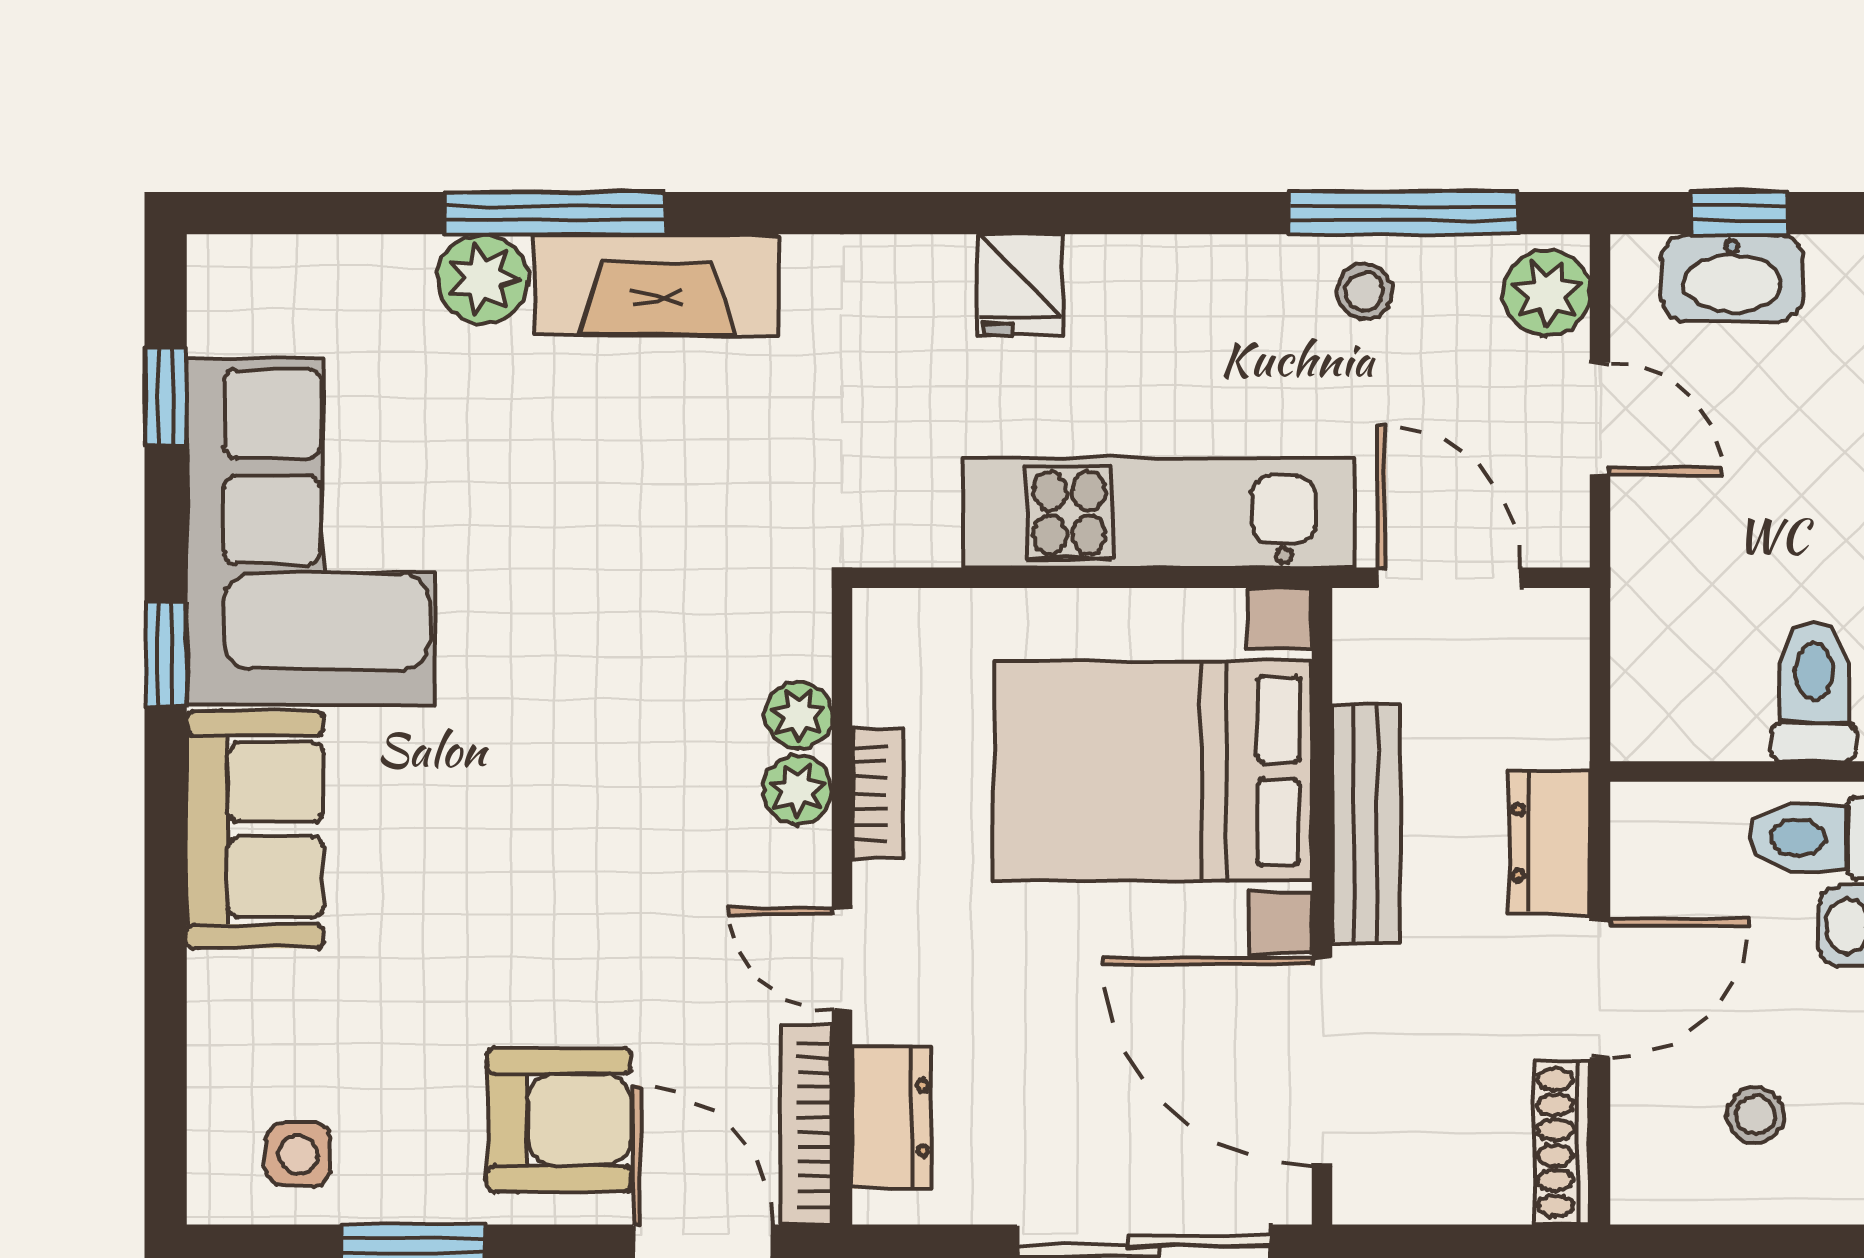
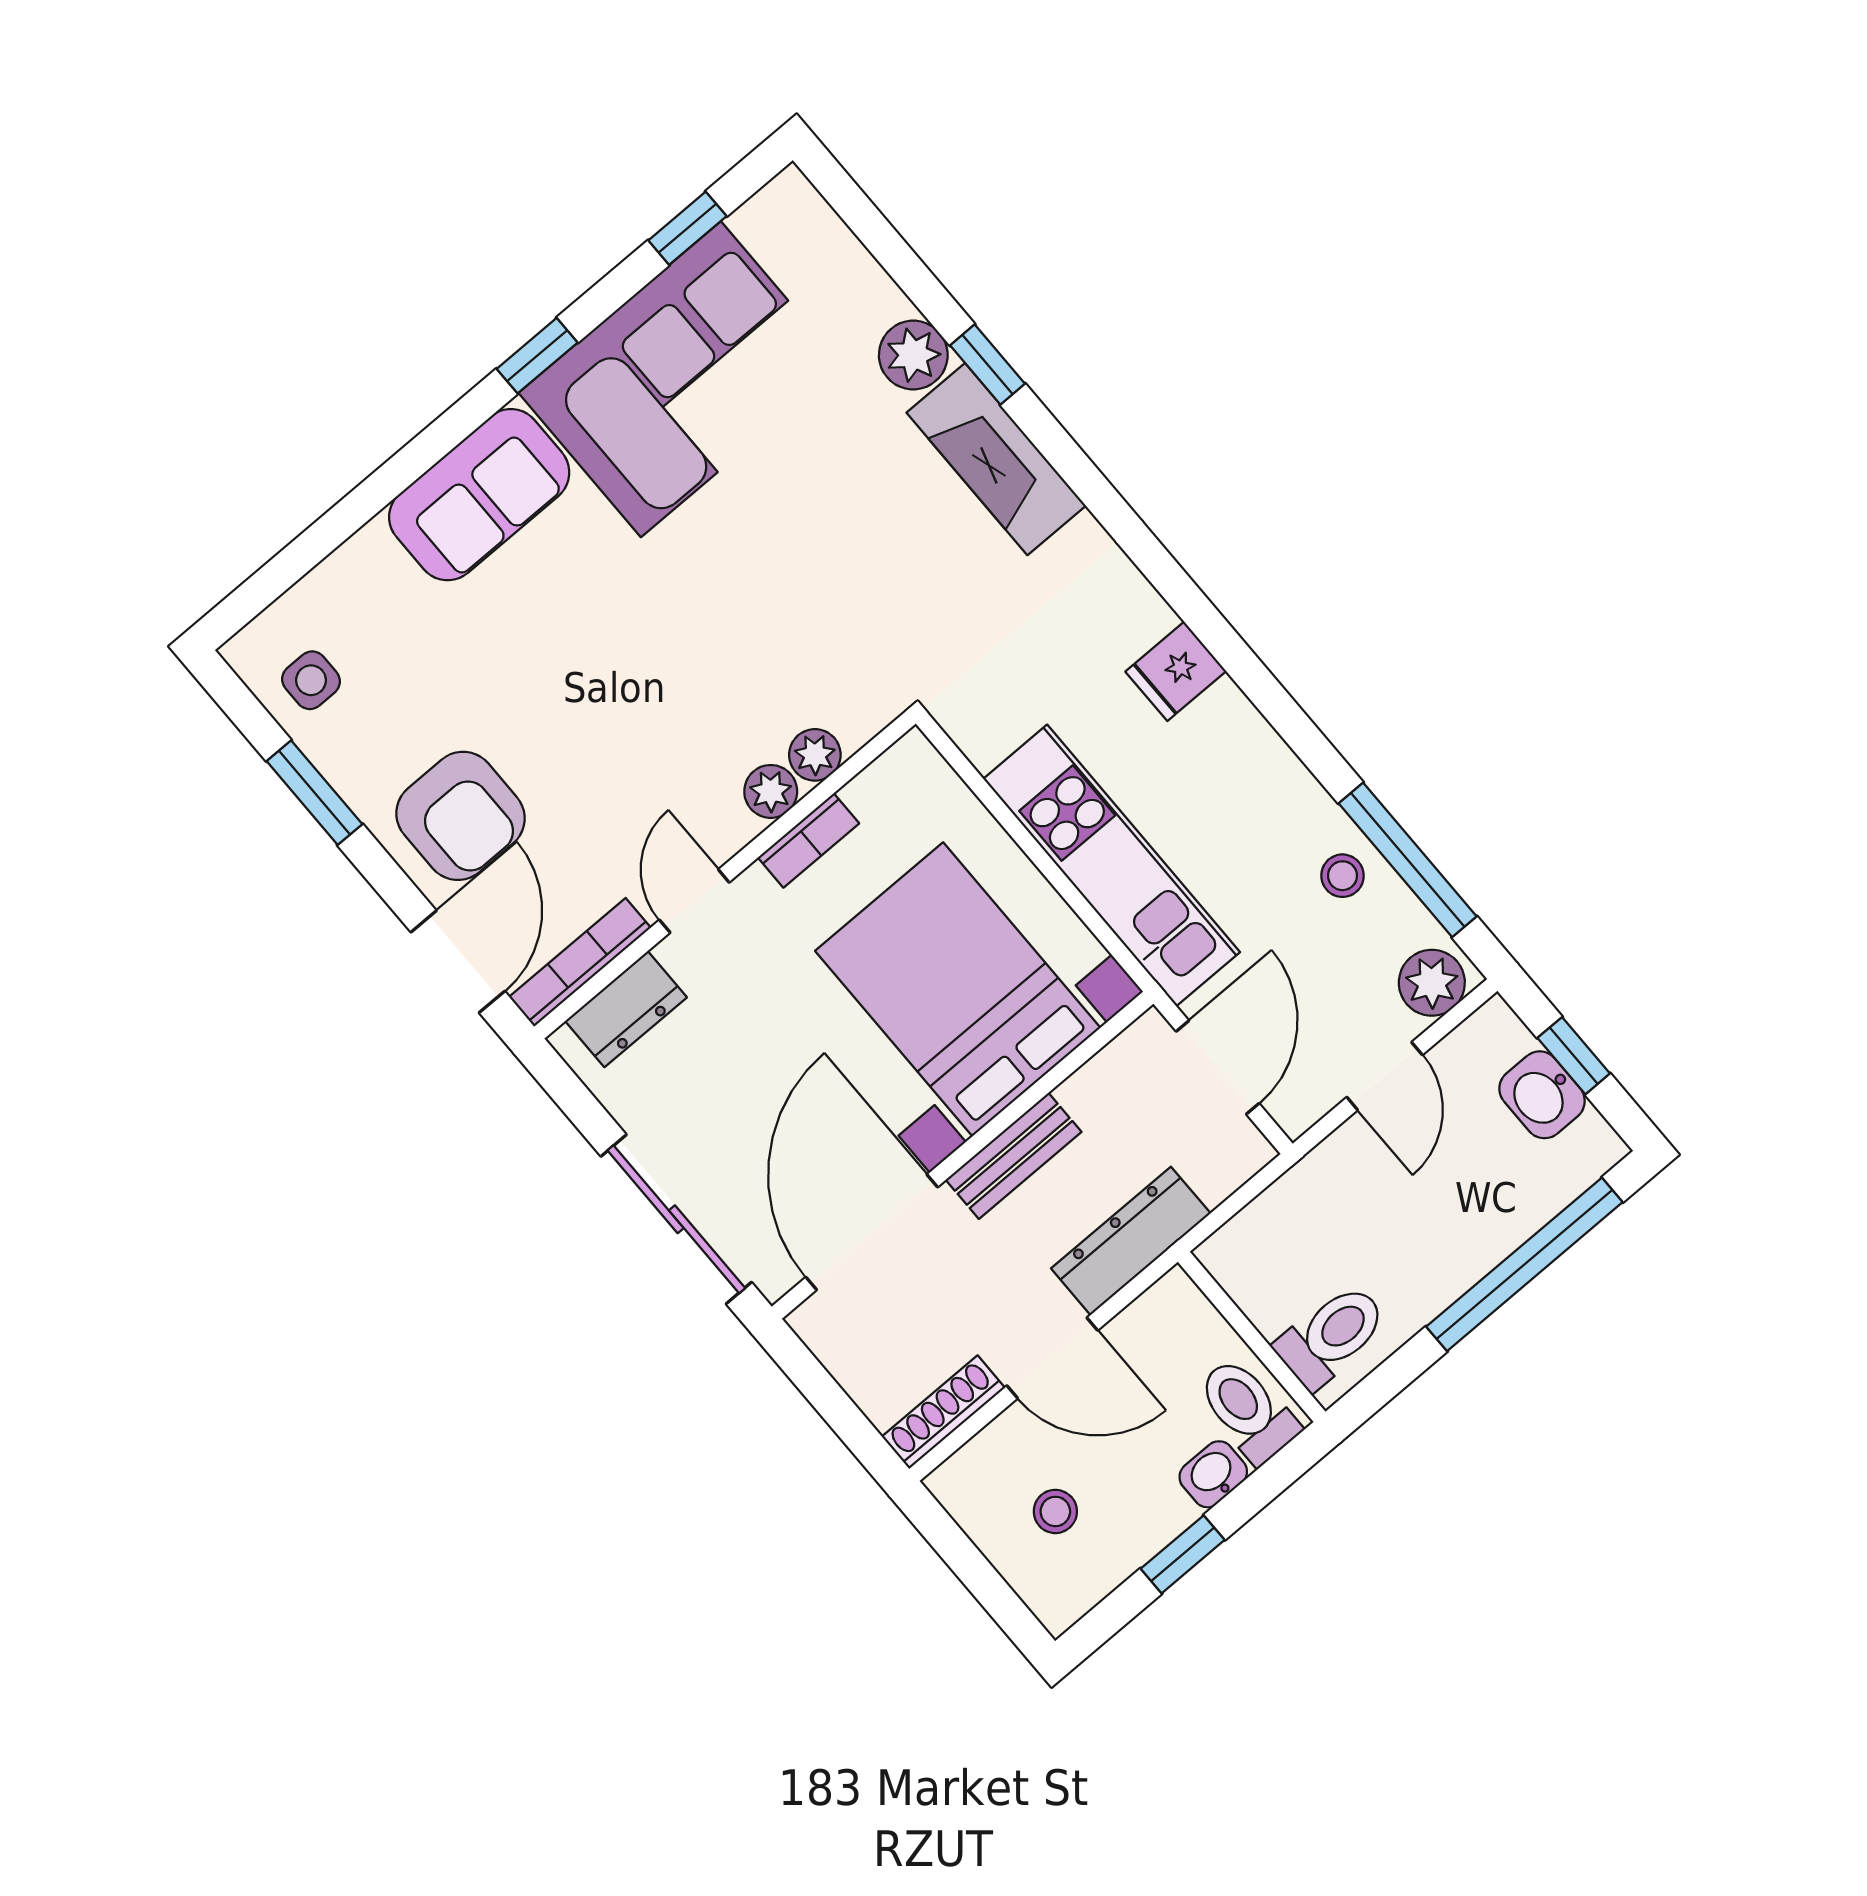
window: (555, 213) -> (988, 364), width x0.46
washbasin: (1732, 278) -> (1542, 1095), width x0.72
bench: (1366, 824) -> (1014, 1156), width x0.73
dresser: (1550, 842) -> (1131, 1241), width x1.44

